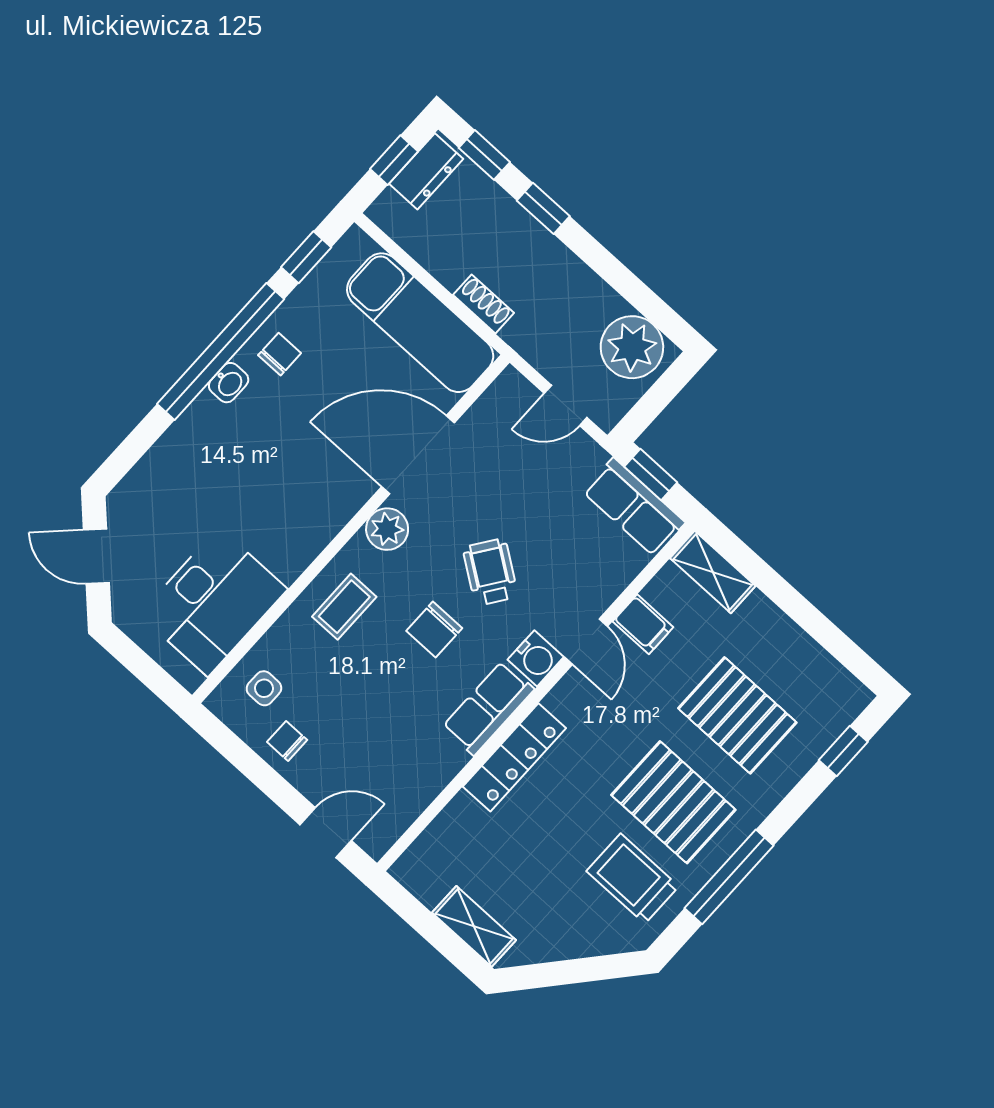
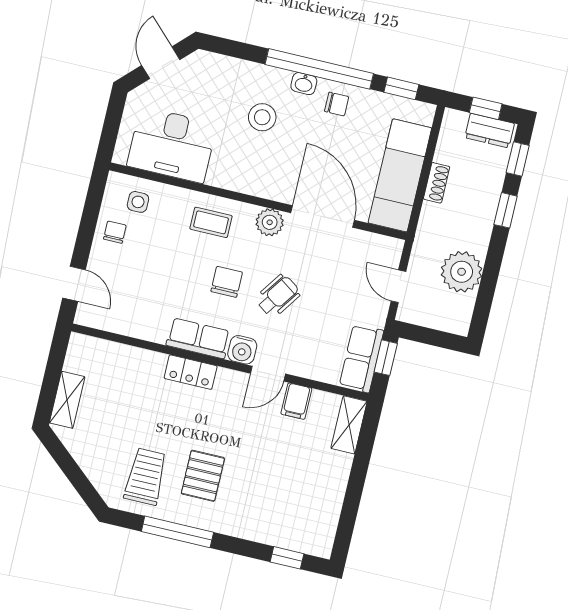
shoe rack: (483, 304) -> (437, 183), moved
plant: (632, 347) -> (462, 272), moved
stool: (243, 462) -> (262, 117), added
chair: (434, 629) -> (227, 282), turned 90
pallet: (737, 715) -> (274, 485), removed
locker: (514, 757) -> (191, 372), width x0.66
pallet: (673, 802) -> (203, 476), width x0.67, depth x0.71

